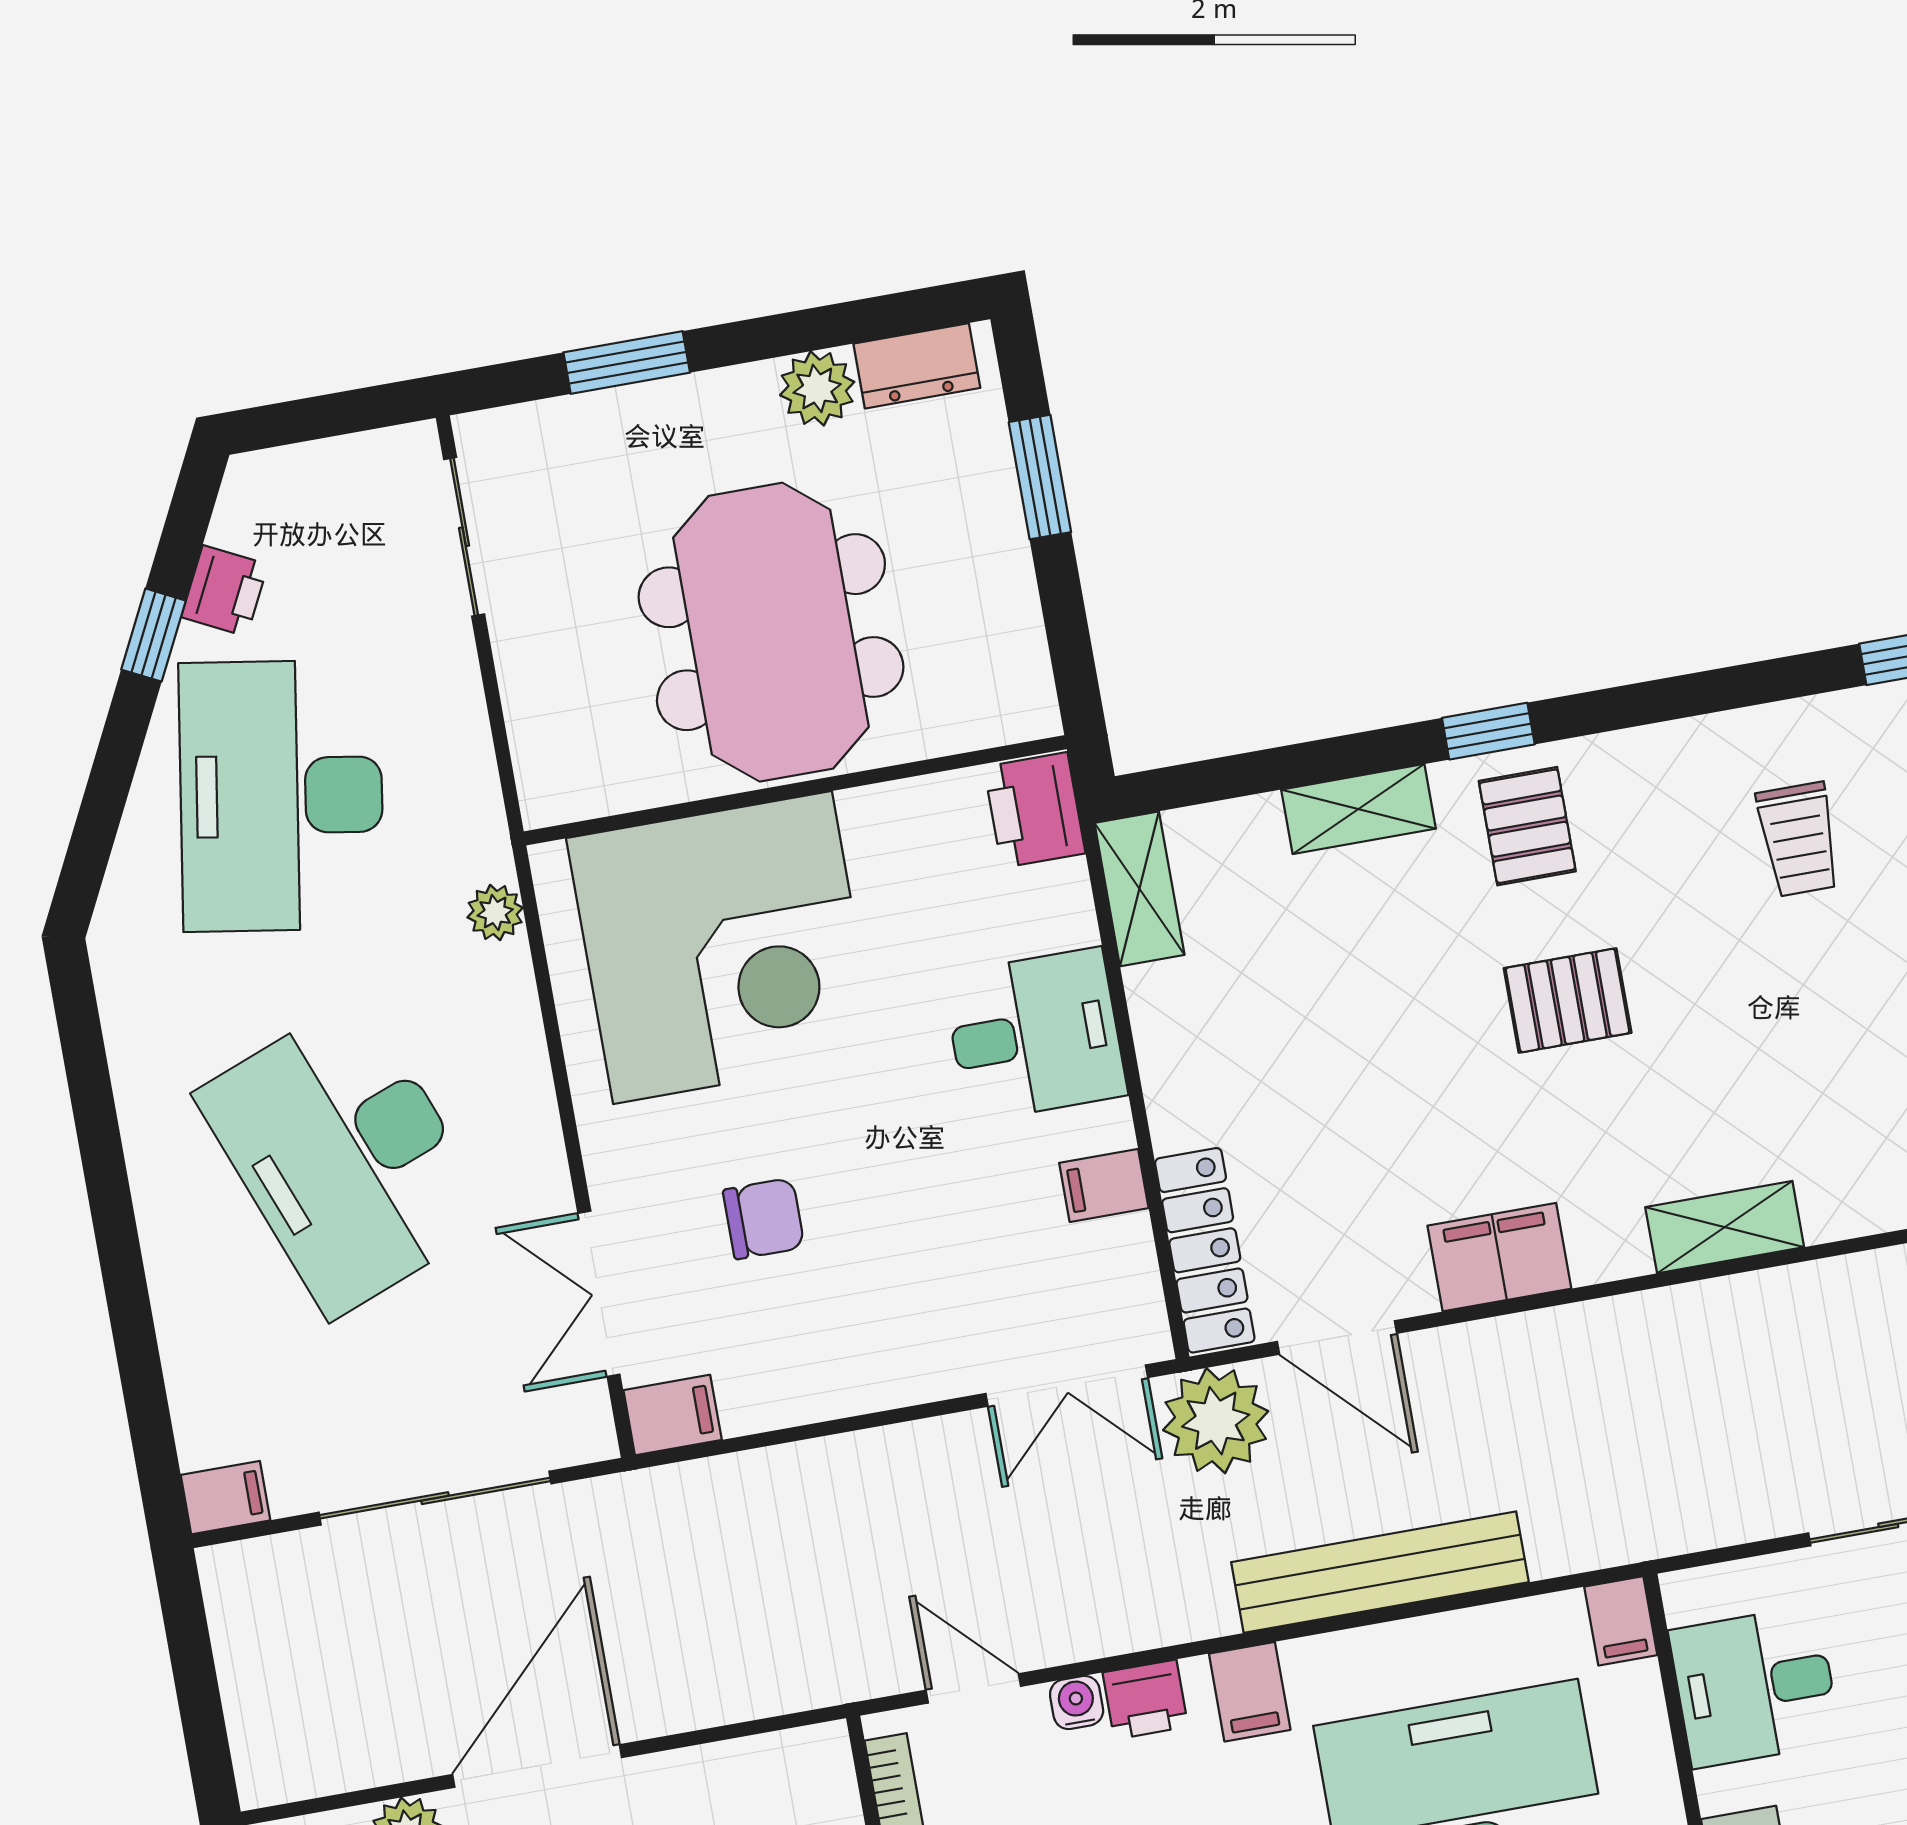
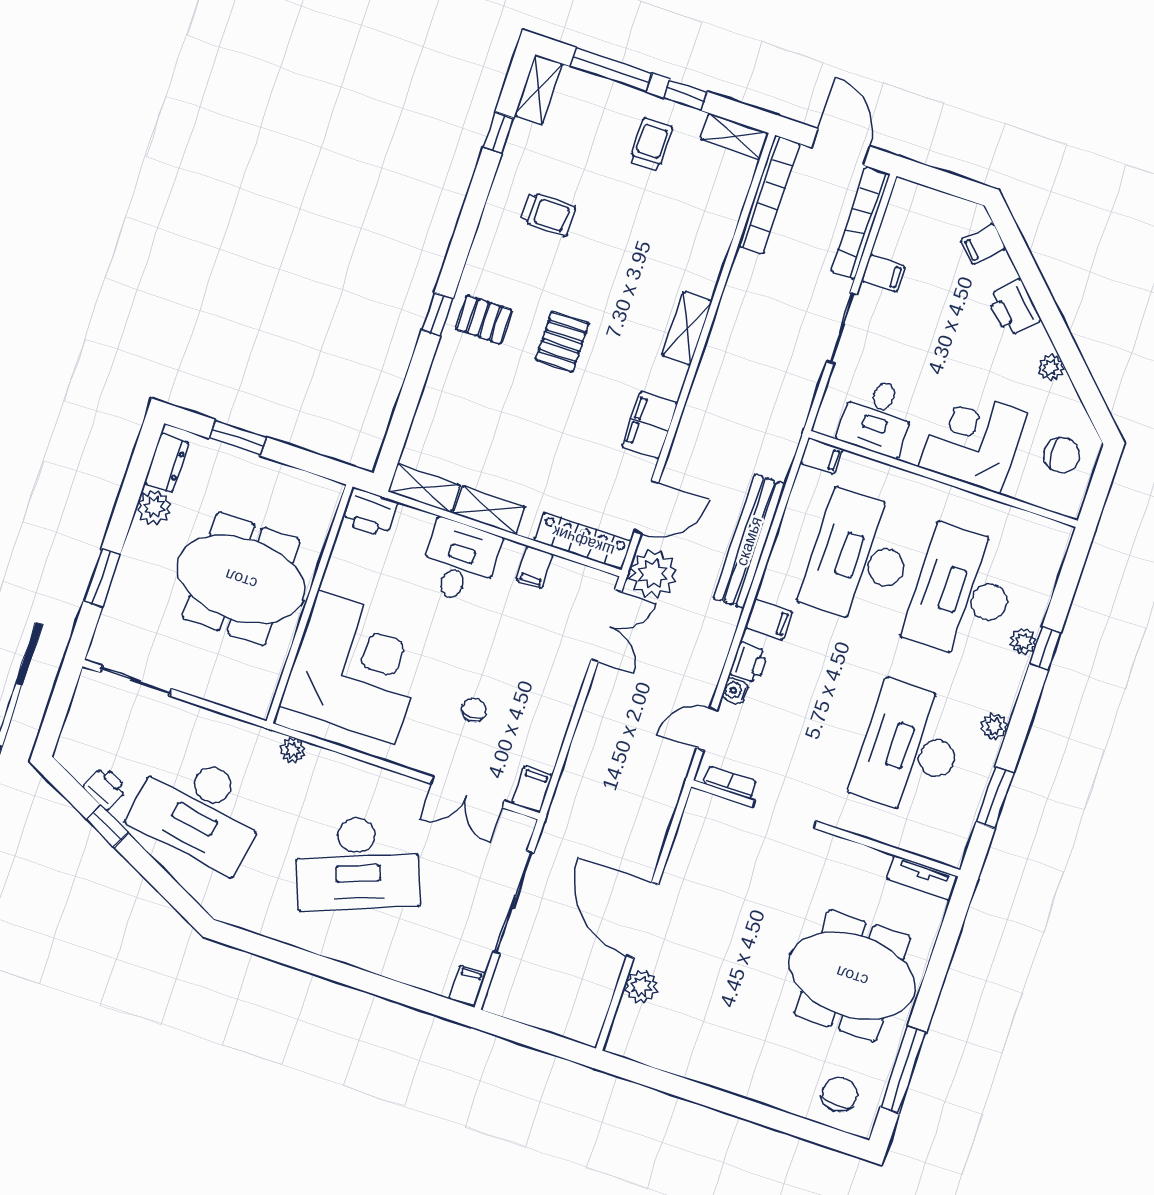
shelving: (1358, 809) -> (489, 510), moved, turned 90
chair: (764, 1219) -> (474, 710), width x0.73, depth x0.73

